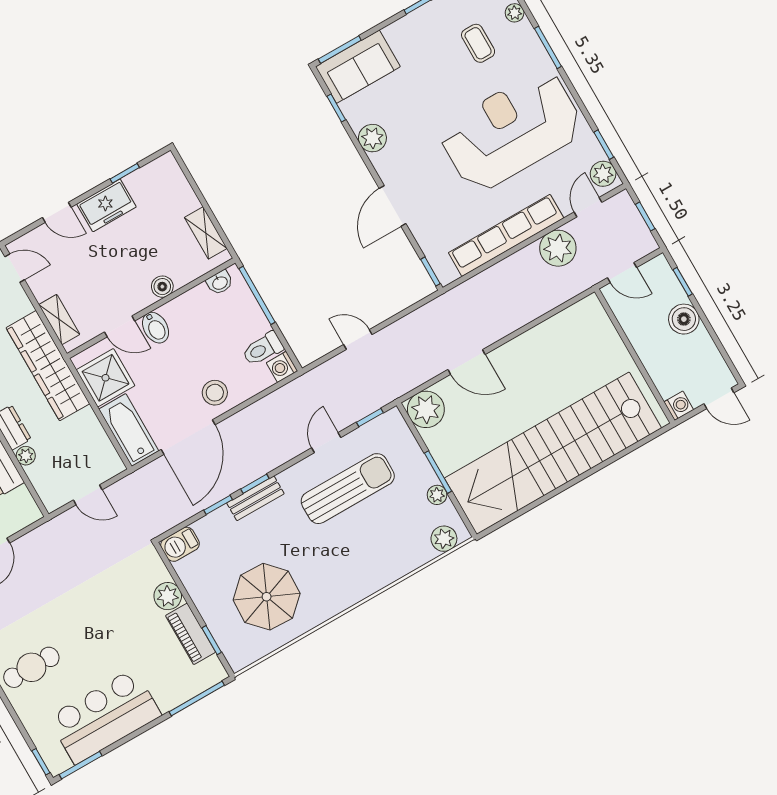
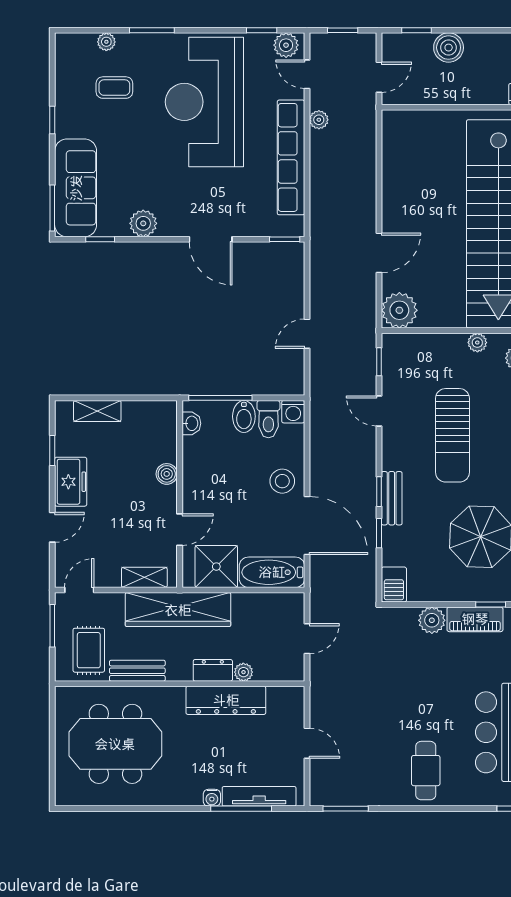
sofa: (358, 67) -> (76, 188), width x1.36
shelving: (206, 233) -> (97, 411), moved
plant: (558, 248) -> (319, 120), width x0.53, depth x0.53
bidet: (156, 328) -> (244, 416), moved, turned 90
window: (438, 472) -> (458, 331), removed
sun lounger: (348, 489) -> (452, 435), moved, turned 180

